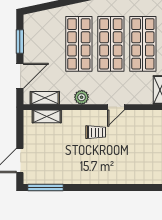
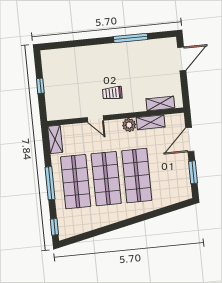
shelving: (45, 98) -> (151, 122), moved
door: (116, 107) -> (95, 119), swing flipped
window: (45, 188) -> (131, 38), moved

